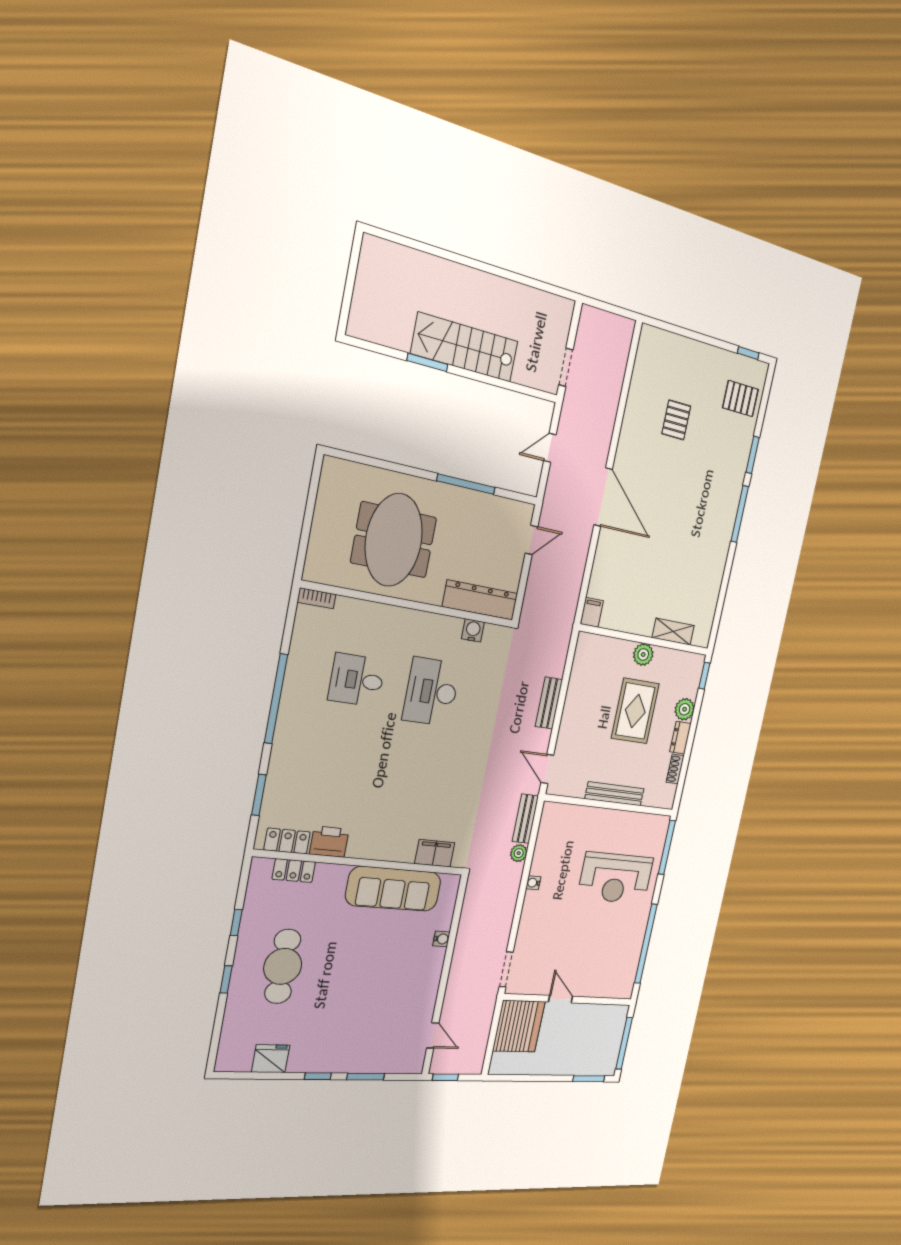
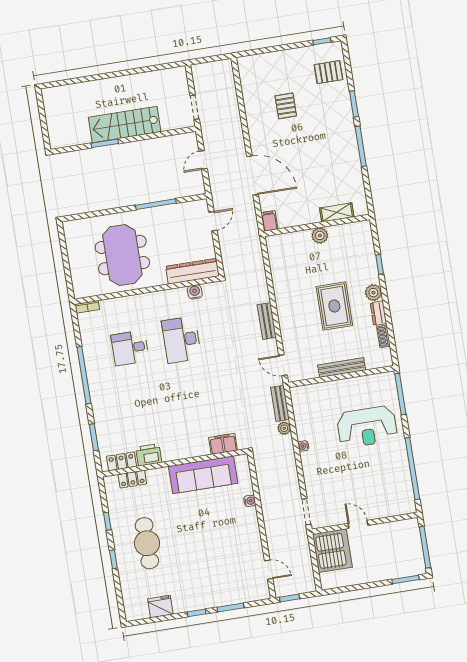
filing cabinet: (592, 612) -> (269, 221), moved
shelving: (673, 632) -> (337, 212), moved
wall: (645, 640) -> (317, 225), moved
plant: (643, 654) -> (320, 235), moved

